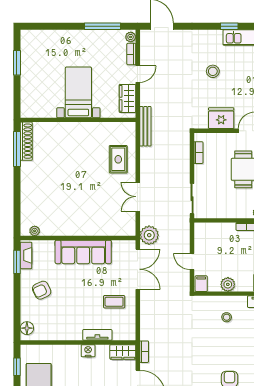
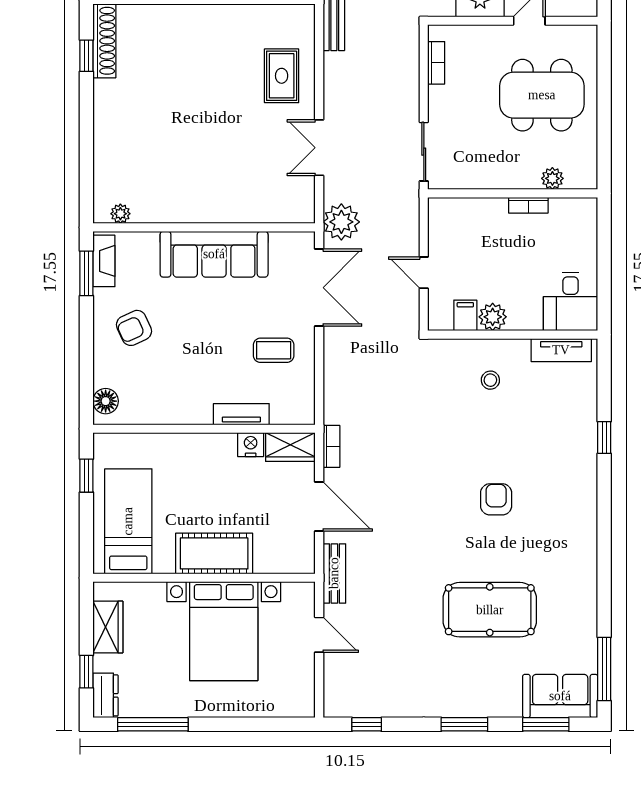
window: (17, 149) -> (86, 56), width x0.46
filing cabinet: (201, 284) -> (465, 315), moved
nightstand: (88, 351) -> (251, 445), moved

